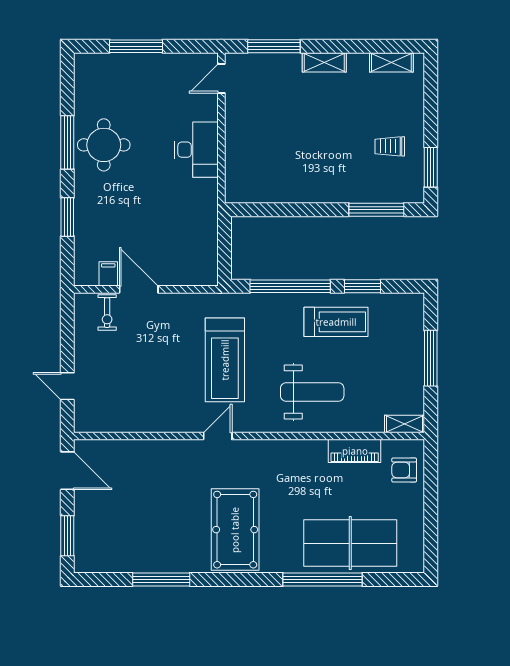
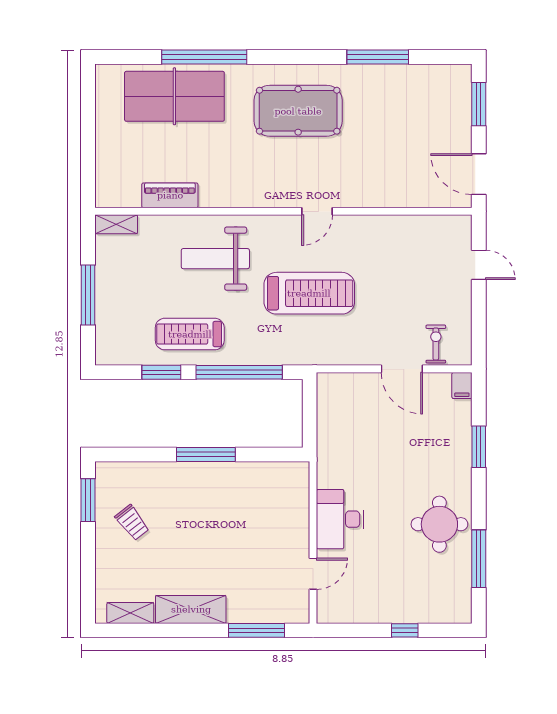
window: (136, 46) -> (405, 630), width x0.46
shelving: (324, 62) -> (191, 609), width x1.50, depth x1.33
door: (221, 78) -> (313, 574), moved
window: (67, 142) -> (479, 559), moved
trolley: (390, 146) -> (132, 523), turned 52
window: (376, 210) -> (206, 455), moved
filing cabinet: (108, 274) -> (462, 386), moved
treadmill: (225, 360) -> (309, 293), turned 90
armchair: (404, 470) -> (117, 175), removed
pool table: (235, 530) -> (298, 111), turned 90

